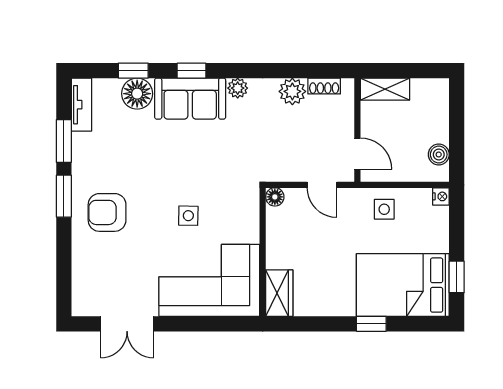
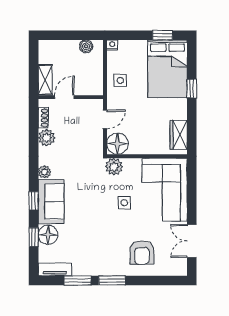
door: (357, 154) -> (64, 97), moved
floor lamp: (275, 197) -> (118, 144), width x1.89, depth x1.89
plant: (246, 199) -> (114, 167), added
armchair: (107, 212) -> (142, 252), moved
wardrobe: (279, 293) -> (179, 135), moved, turned -90
double door: (127, 324) -> (192, 241), swing flipped

